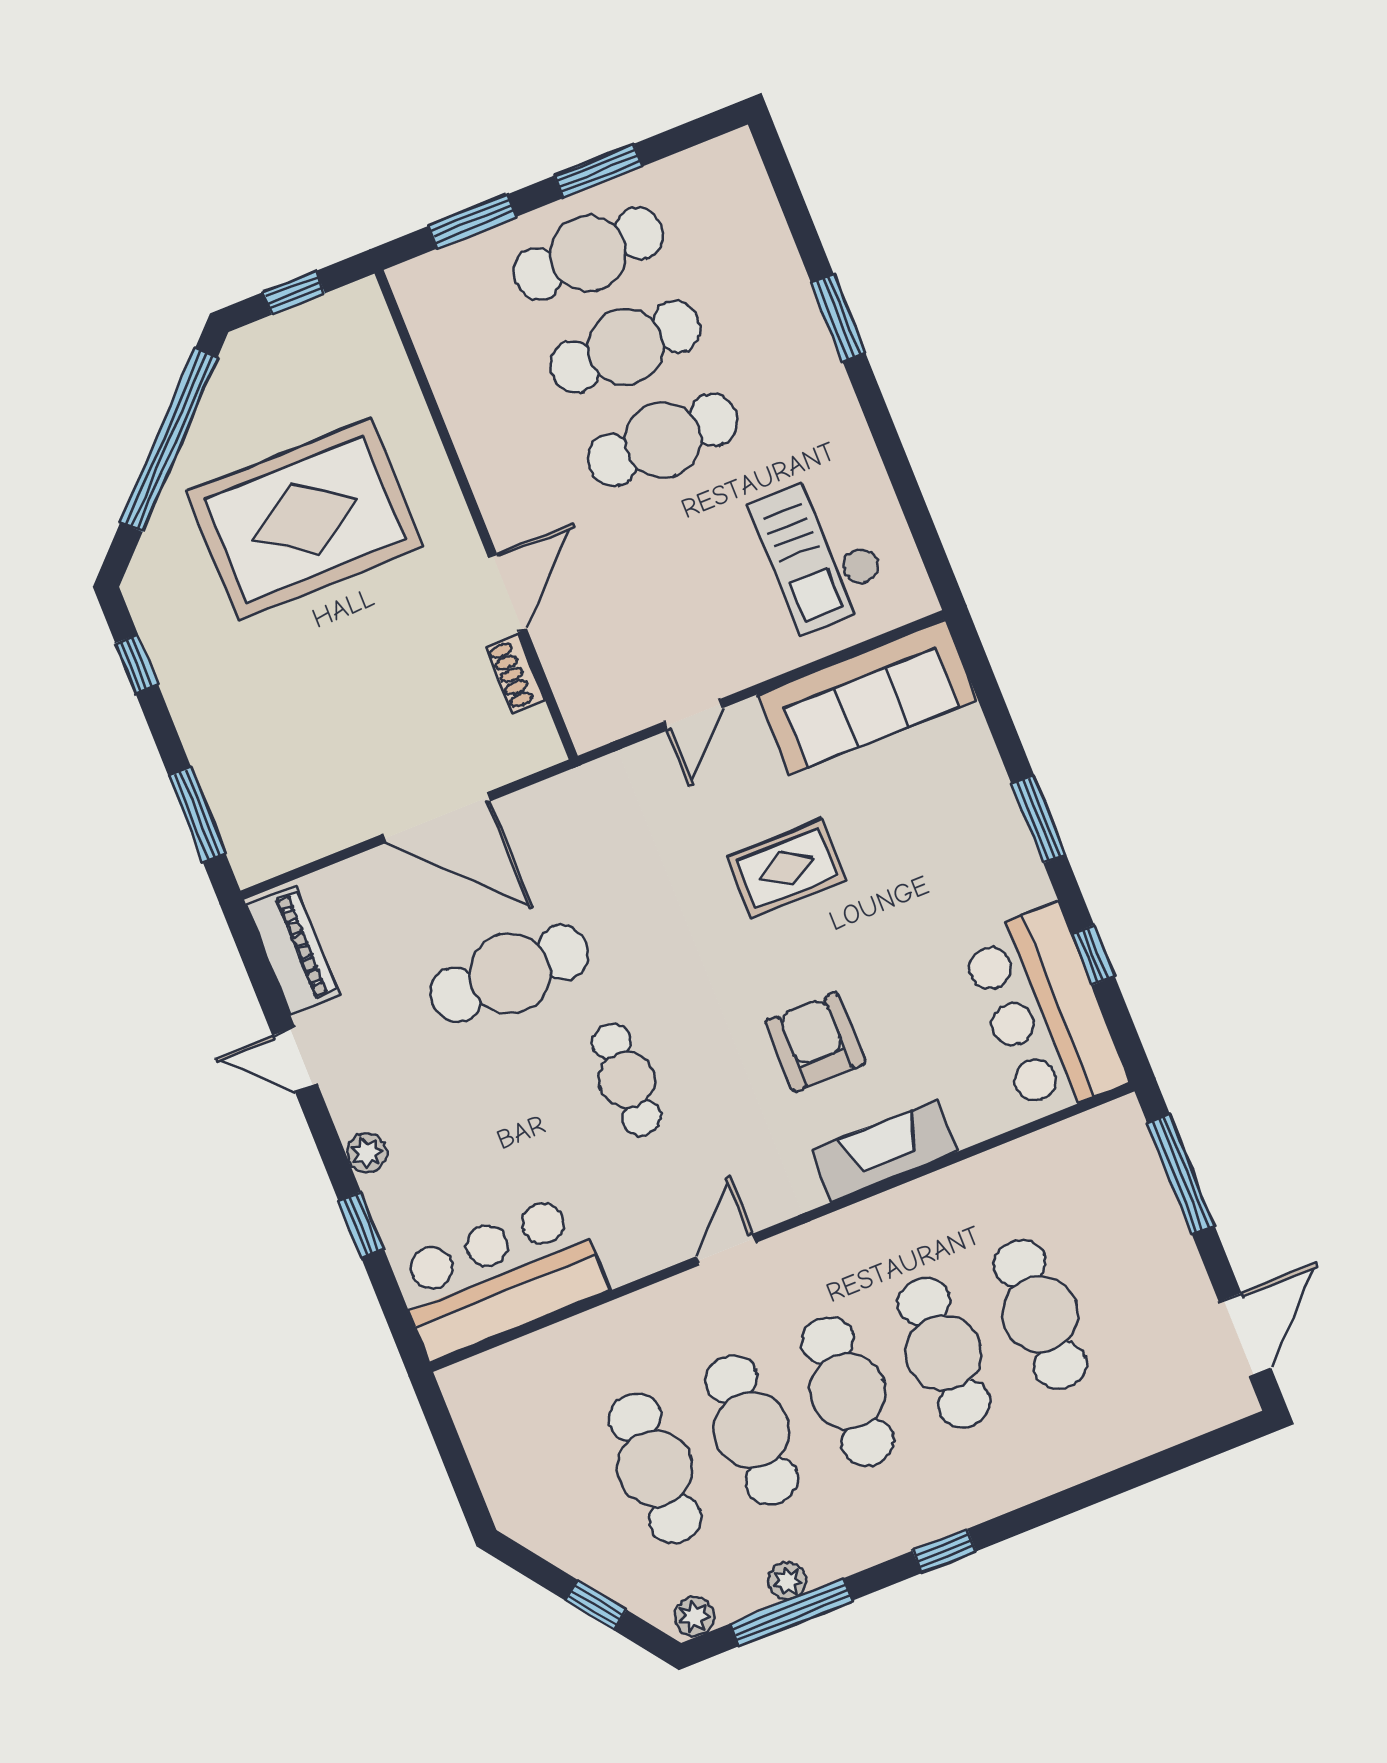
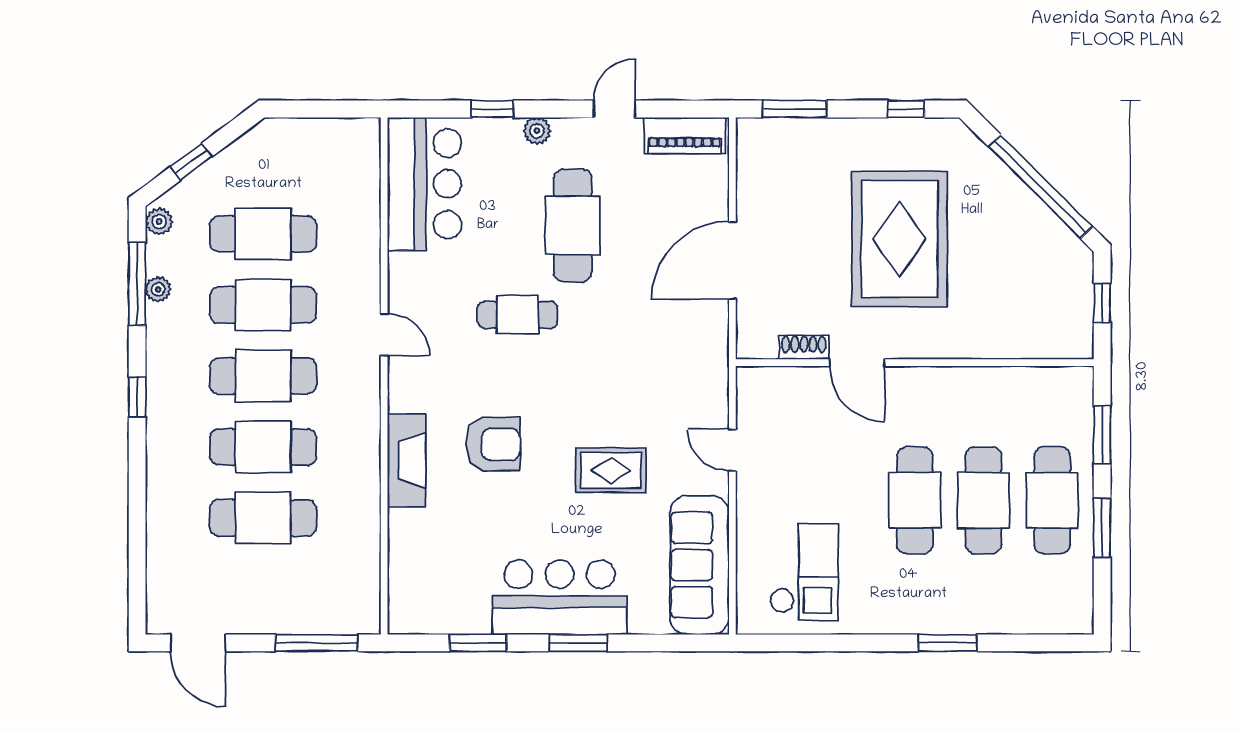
rug: (305, 519) -> (899, 239), moved
checkout: (820, 551) -> (804, 572), turned 90
rug: (787, 868) -> (611, 470), turned 90
window: (1093, 955) -> (478, 643), width x1.50
cafe table: (510, 973) -> (573, 226), moved
bar counter: (1044, 1012) -> (560, 597), moved

